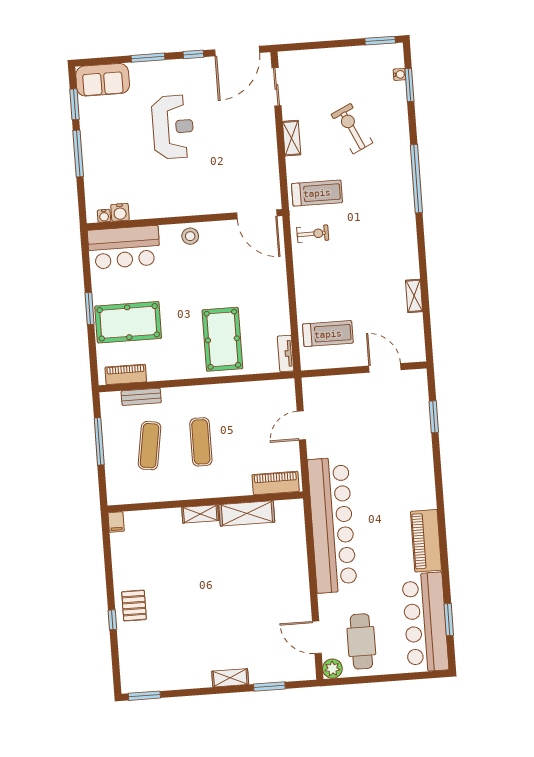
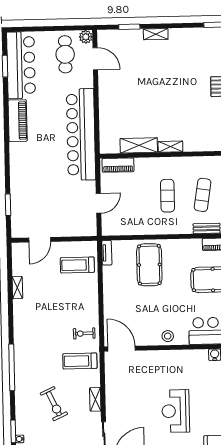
door: (385, 368) -> (40, 240), hinge flipped

